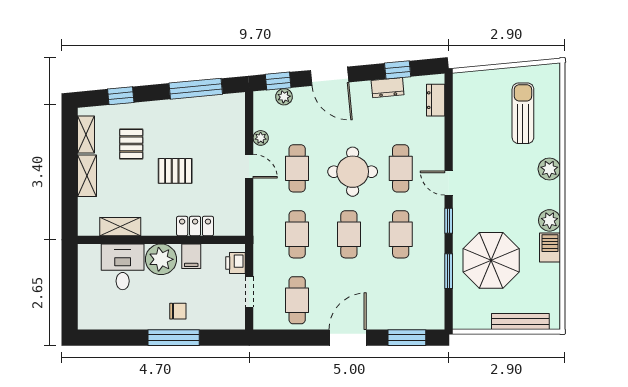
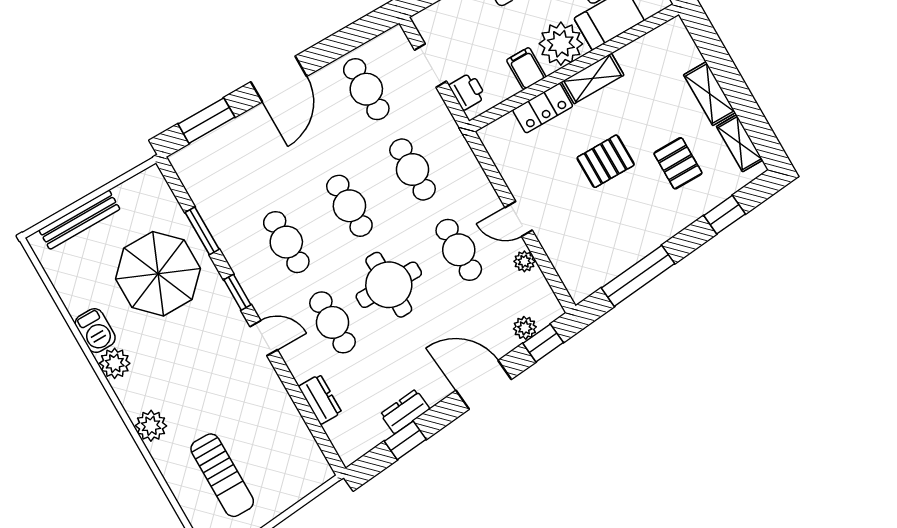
dresser: (436, 100) -> (320, 399), moved
shelving: (120, 227) -> (593, 78), moved

